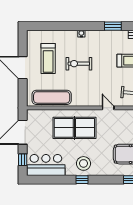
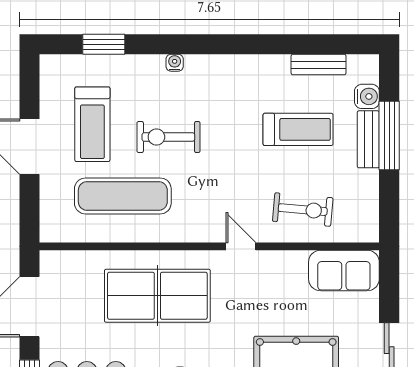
window: (113, 26) -> (104, 44), moved
exercise mat: (52, 97) -> (123, 196), moved

